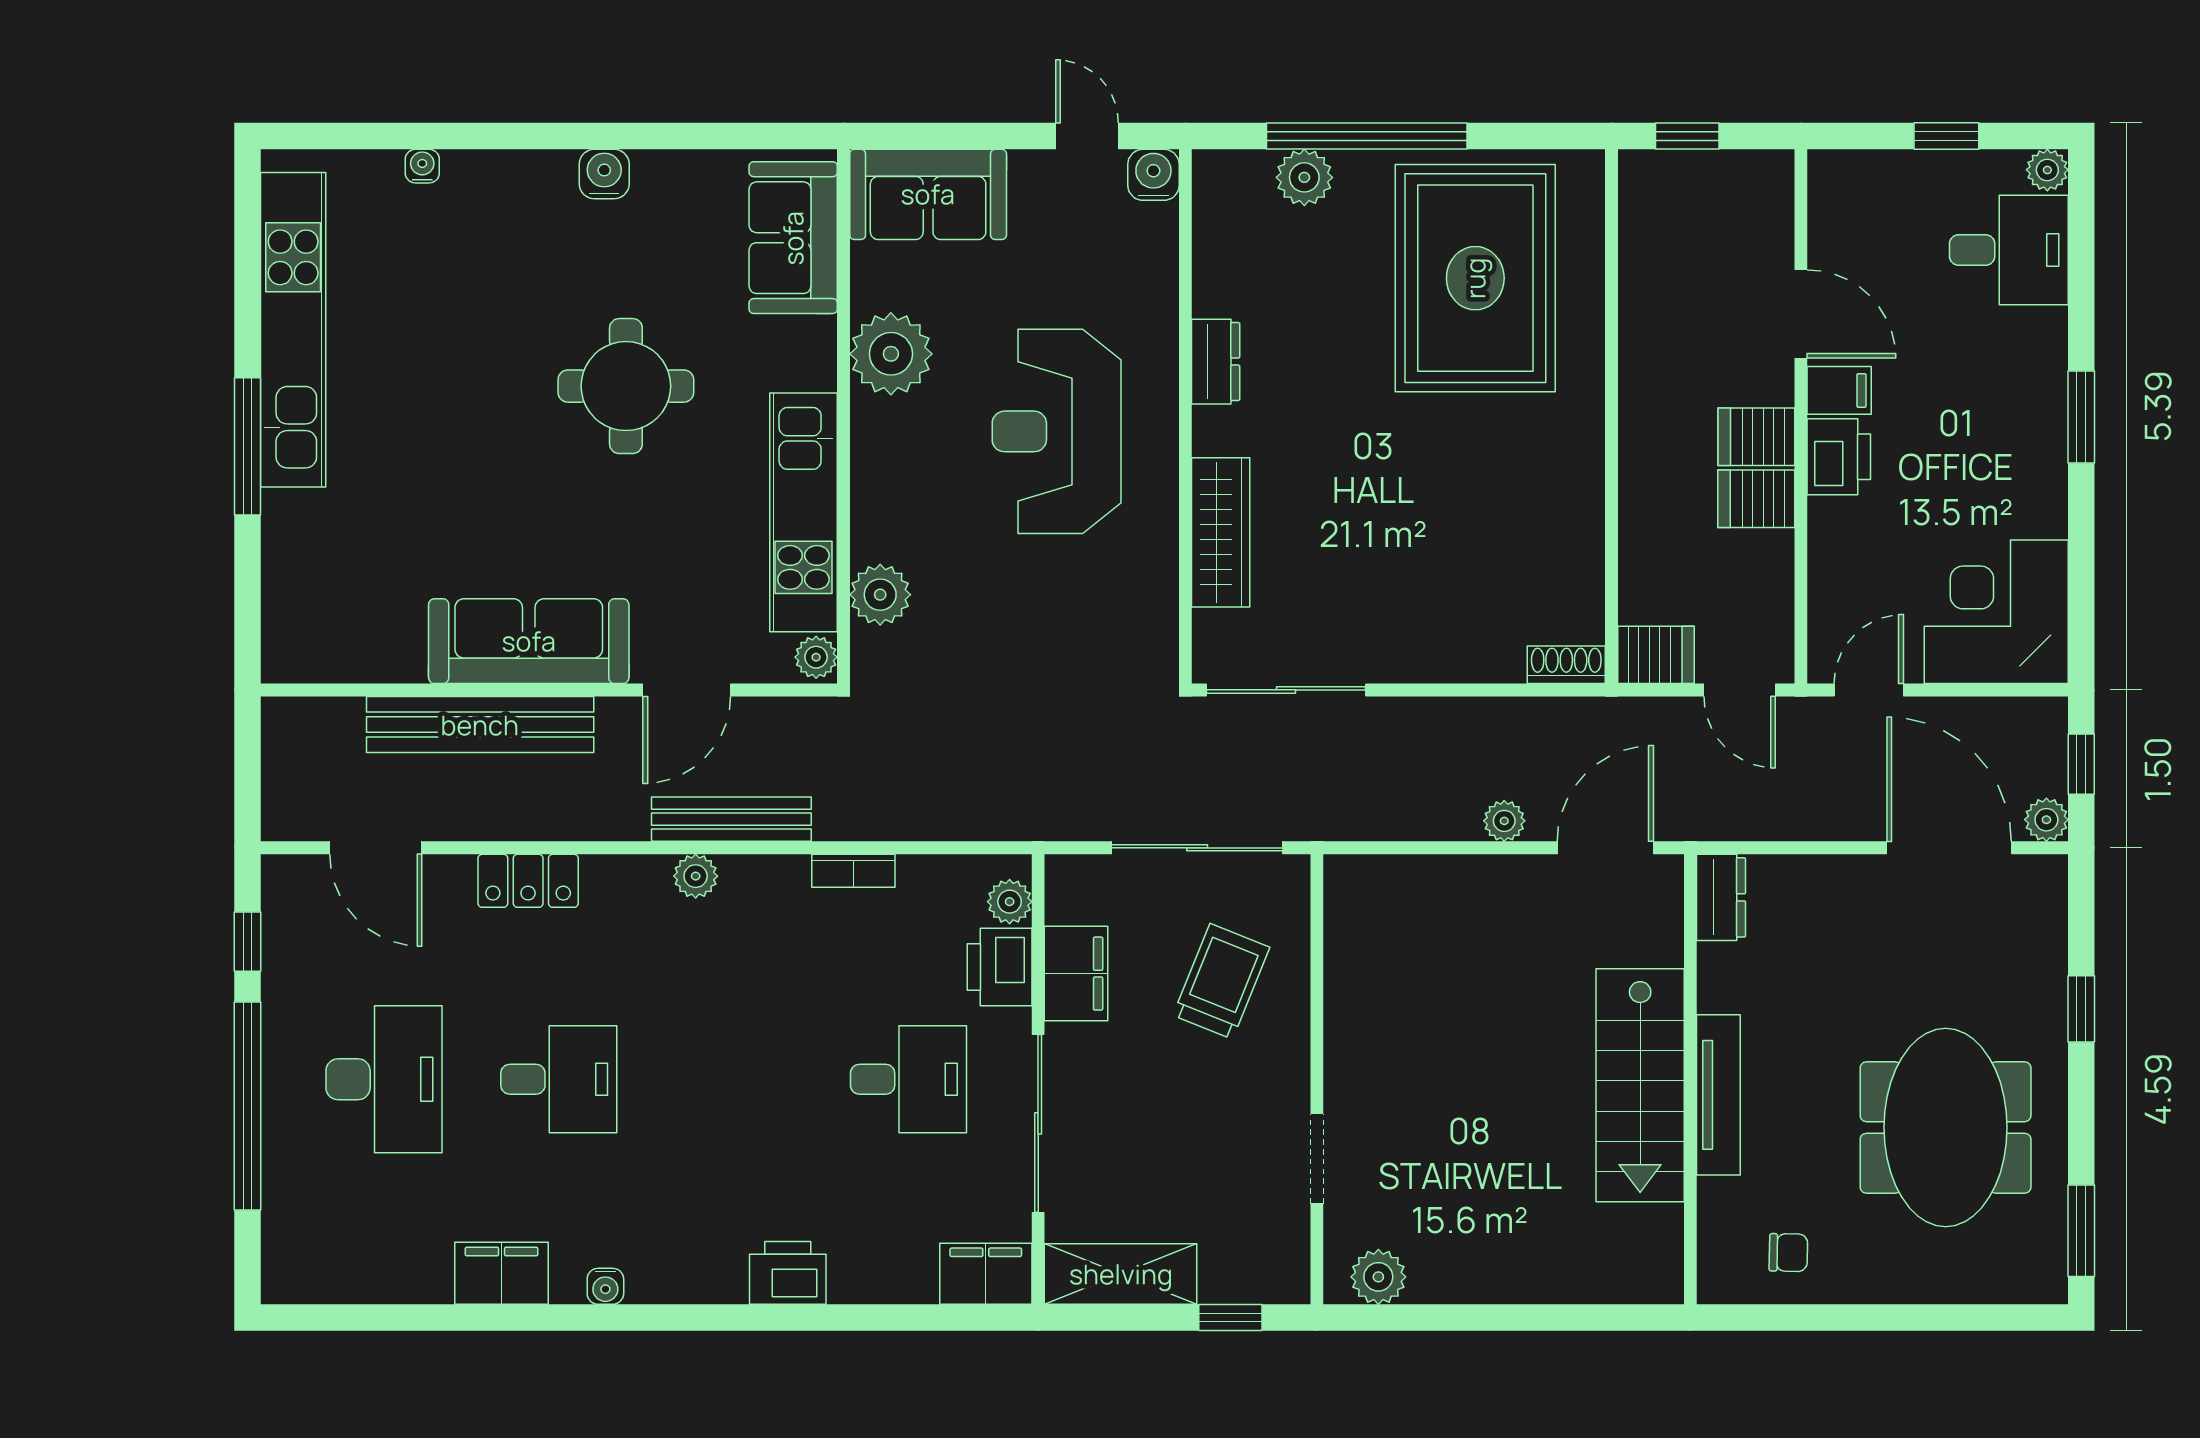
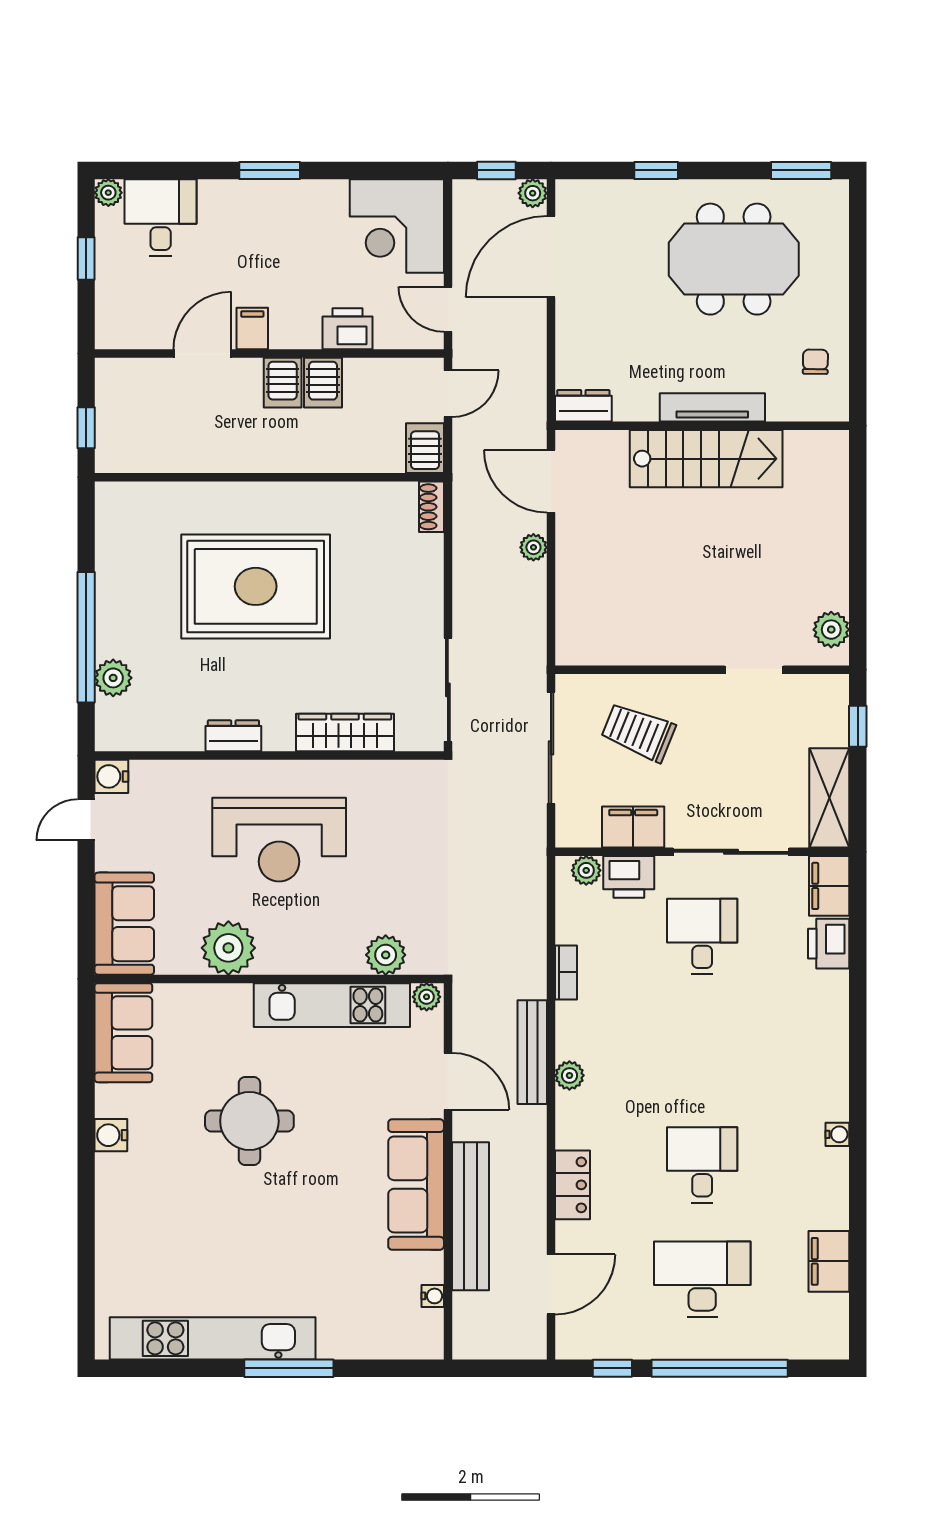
water cooler: (422, 166) -> (433, 1296), moved, turned 180
sofa: (793, 238) -> (123, 1033), moved, turned -90
rug: (1475, 278) -> (256, 586), moved
printer: (1839, 457) -> (347, 329), moved
filing cabinet: (502, 1273) -> (829, 1261), moved
printer: (788, 1273) -> (829, 944), moved

